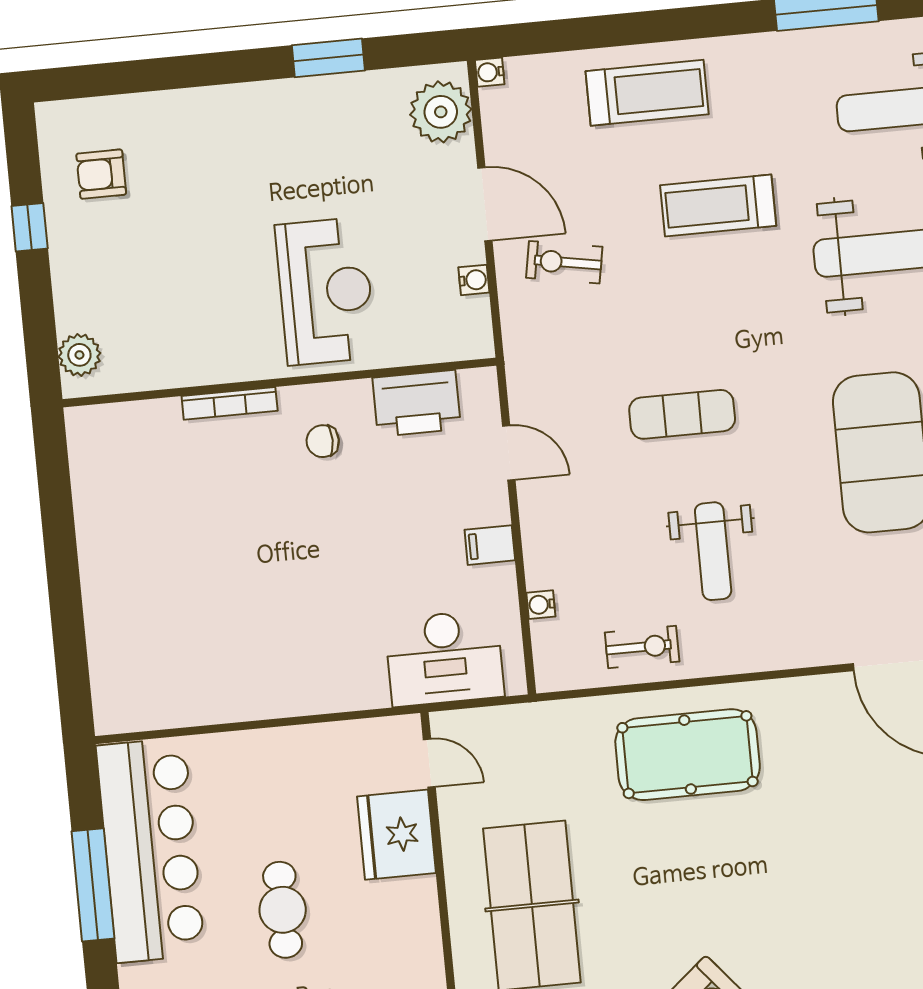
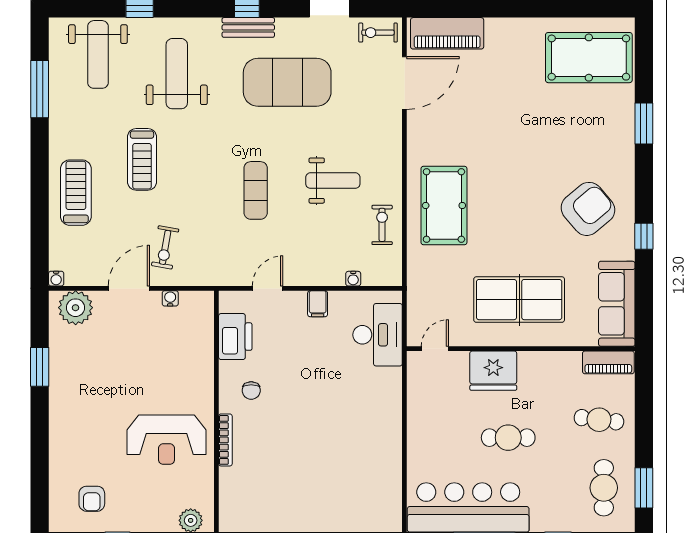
reception desk: (325, 291) -> (167, 440), moved, turned 180
fridge: (396, 835) -> (493, 371), moved

